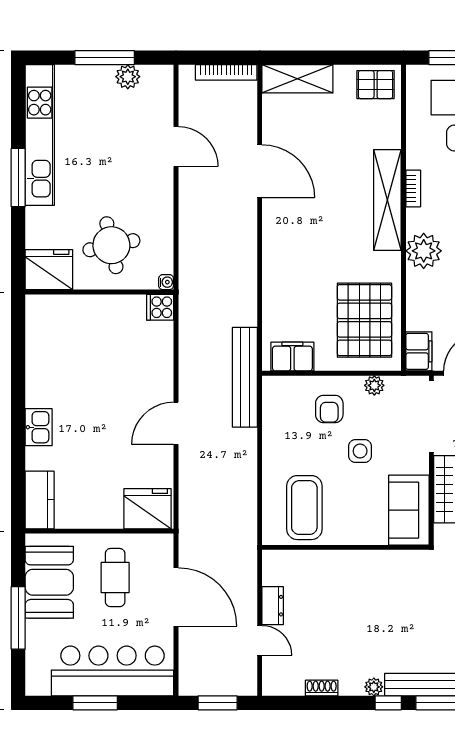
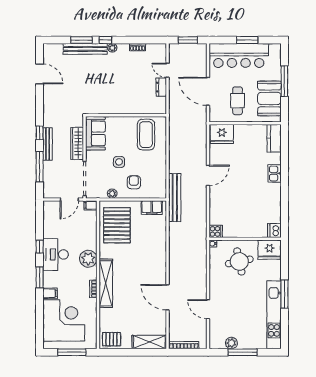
dishwasher: (39, 309) -> (274, 231), added
filing cabinet: (419, 351) -> (91, 205), width x0.50

